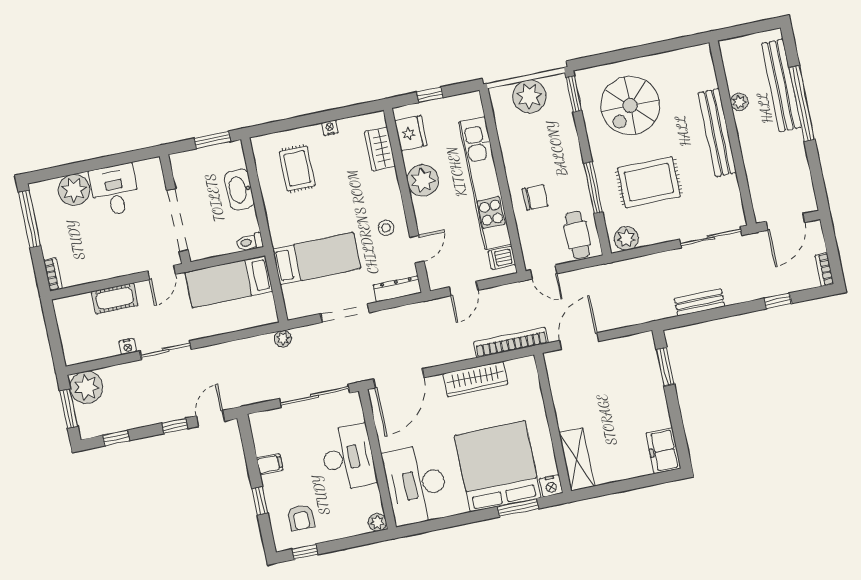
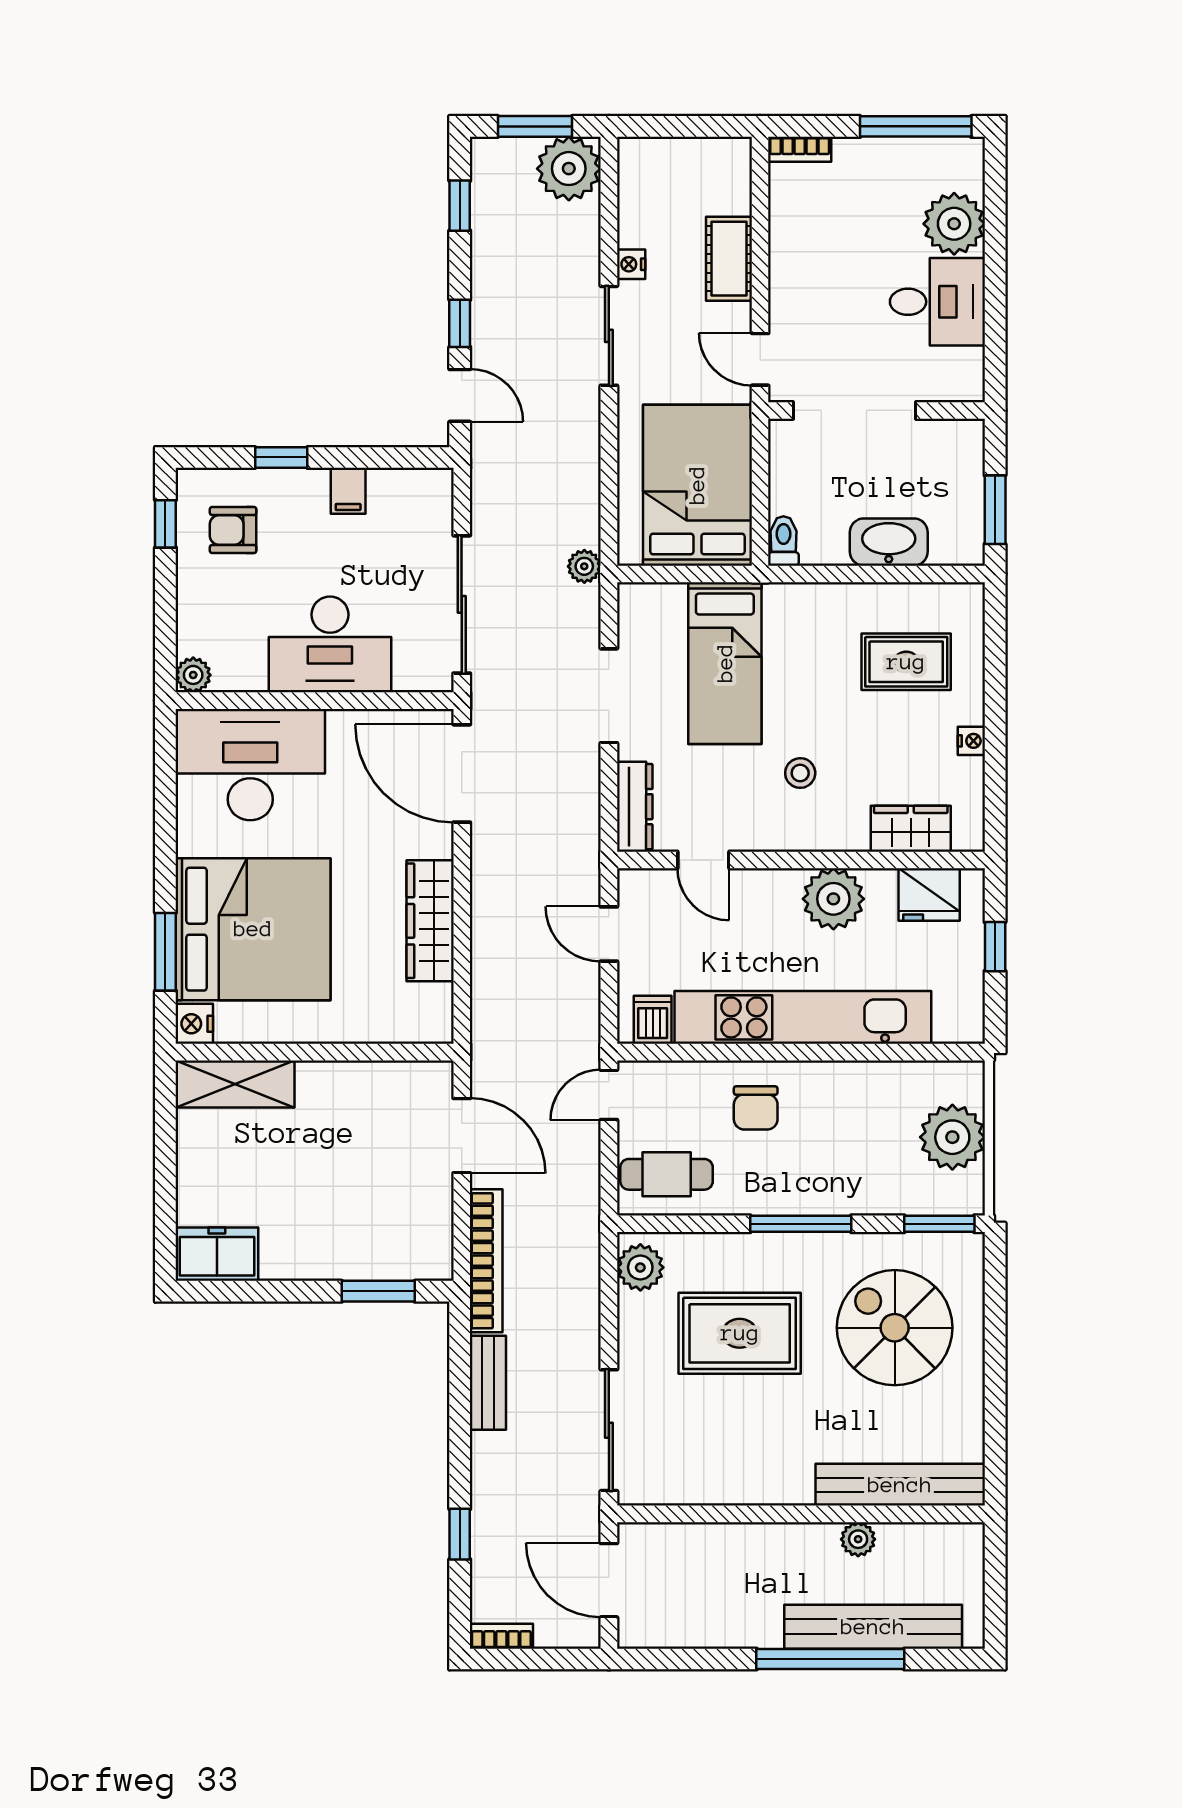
bench: (717, 133) -> (900, 1485), moved
rug: (649, 182) -> (740, 1333), turned 90
window: (593, 188) -> (801, 1224), moved
stool: (386, 228) -> (800, 773), moved
bed: (229, 282) -> (697, 485), width x1.50
bookcase: (511, 342) -> (486, 1261), moved

